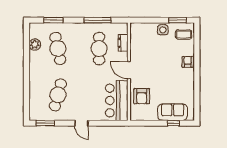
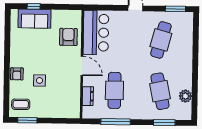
side table: (163, 30) -> (39, 80), moved

